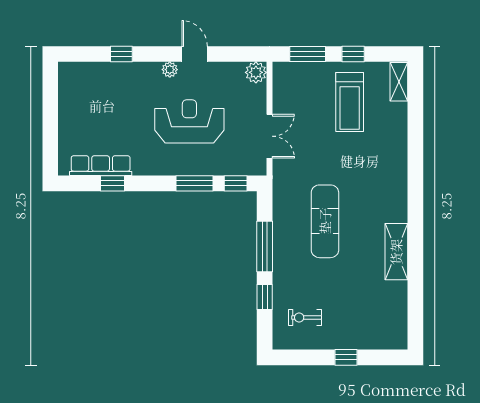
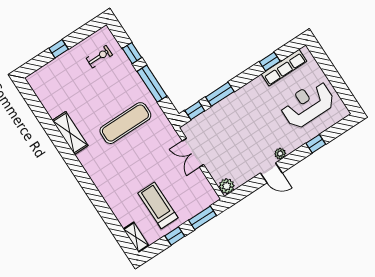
reception desk: (189, 121) -> (307, 104), moved, turned 180
exercise mat: (325, 221) -> (125, 123), turned 90

